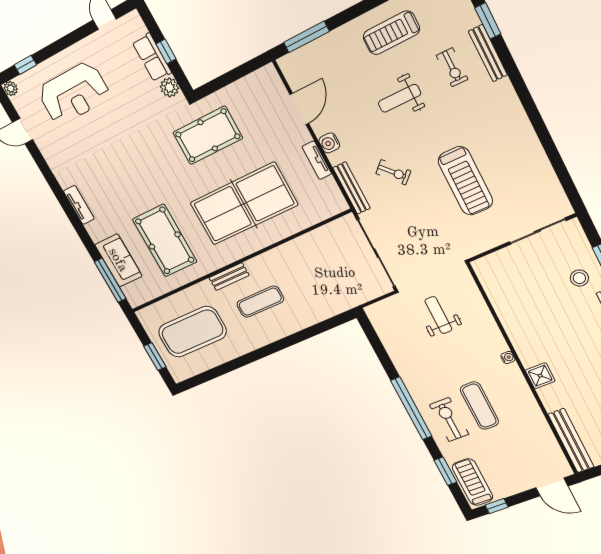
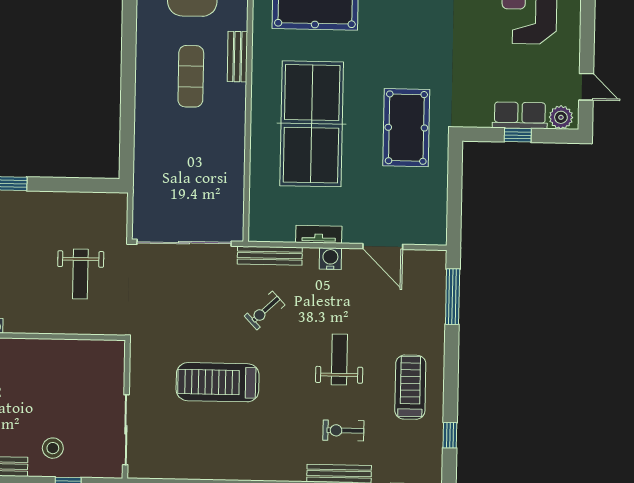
plant: (170, 87) -> (561, 117), moved
weight bench: (438, 315) -> (80, 274), turned 90

